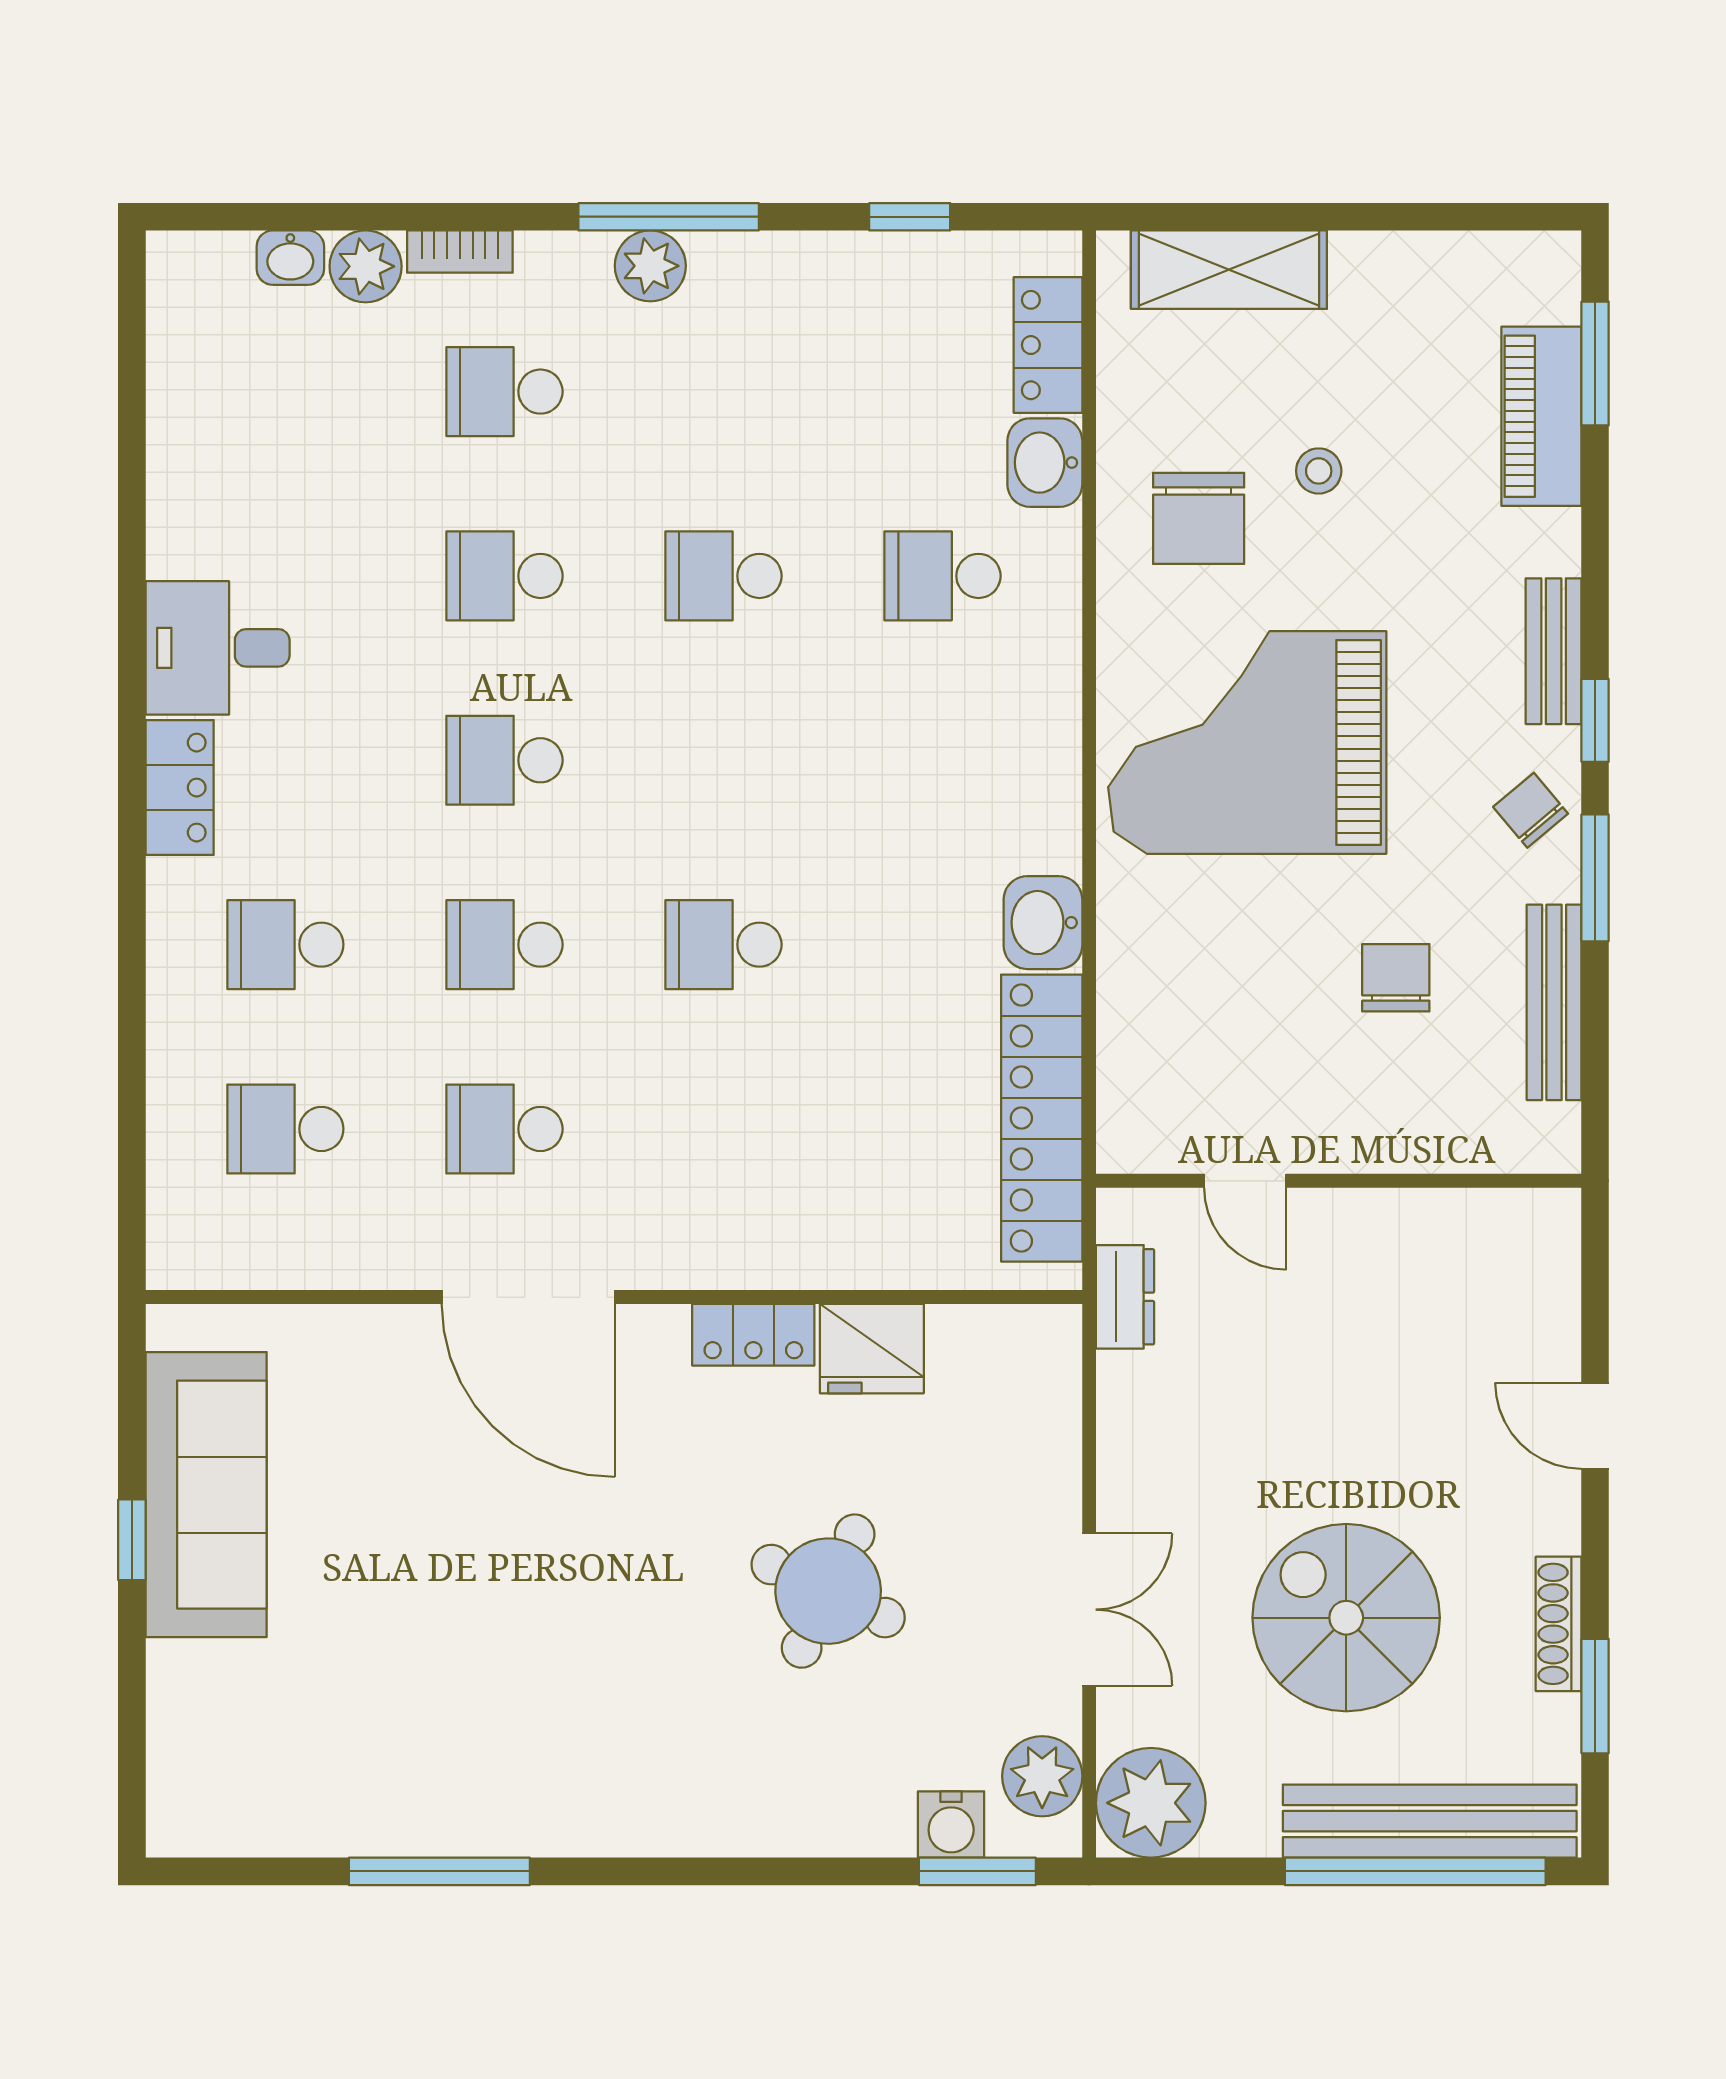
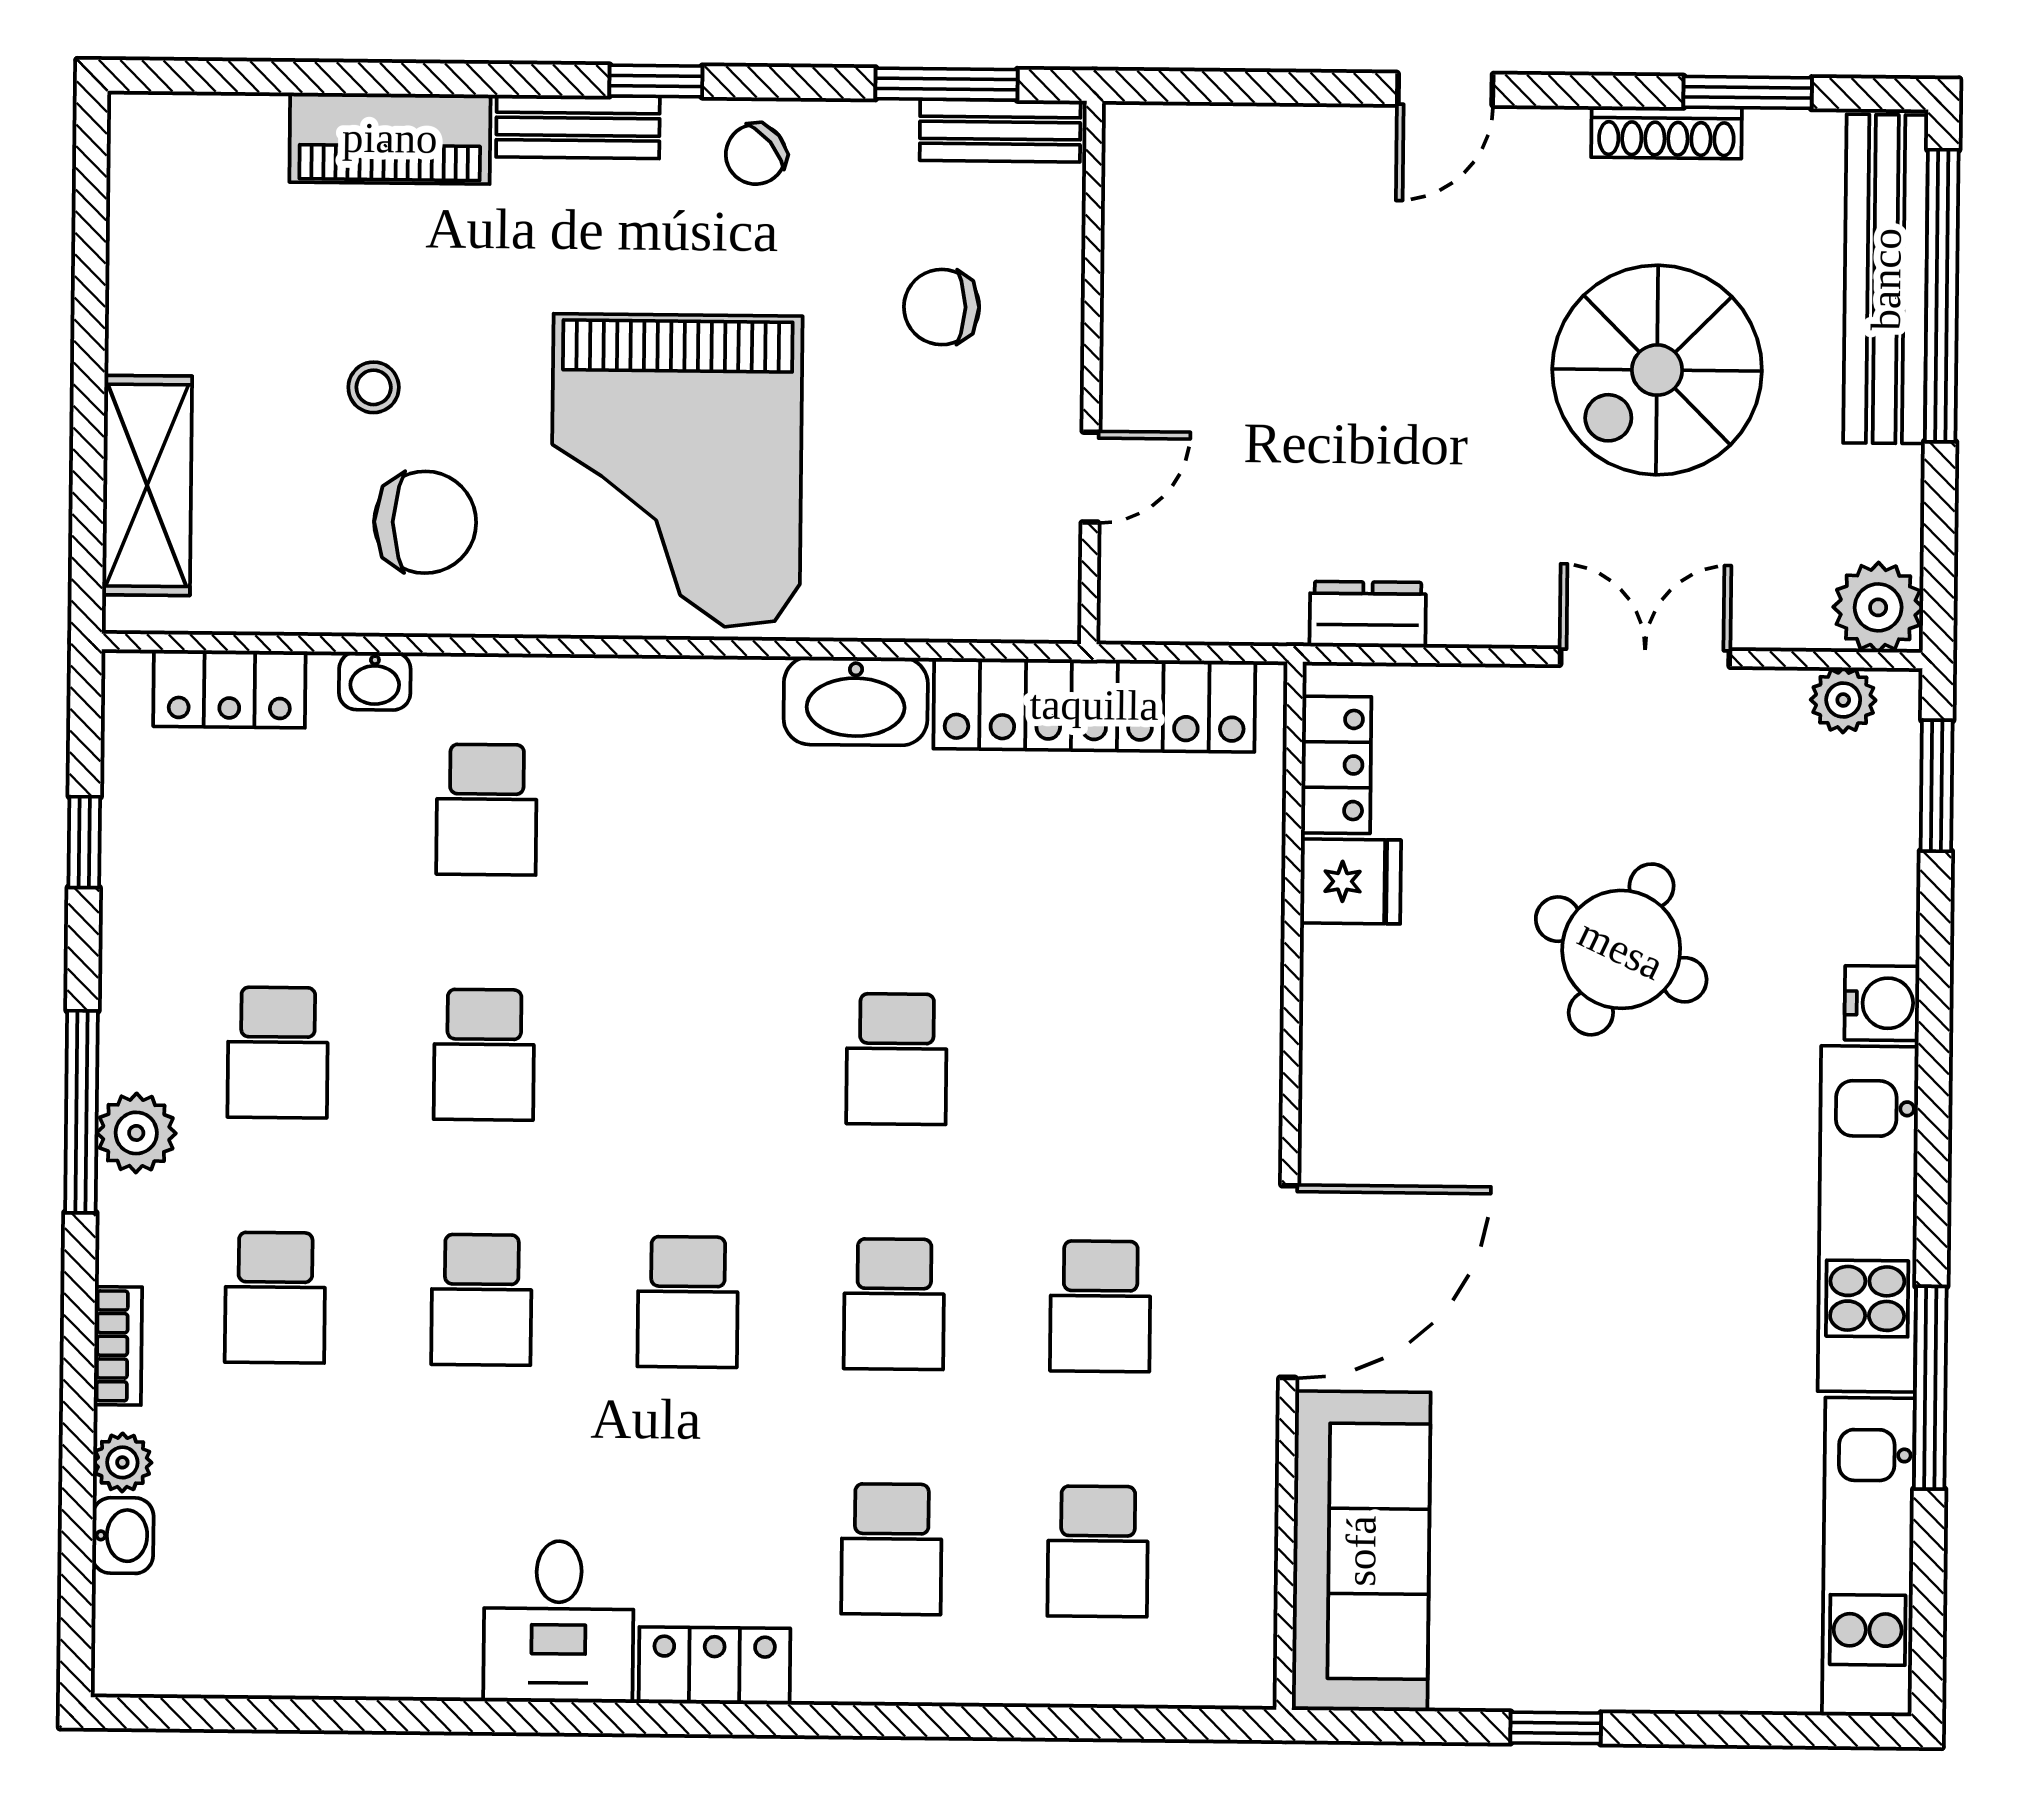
plant: (366, 266) -> (122, 1462), width x0.73, depth x0.73
window: (1595, 363) -> (256, 77), removed
school desk: (723, 392) -> (278, 1053), added
piano: (1541, 416) -> (390, 138), moved
washbasin: (1045, 463) -> (375, 681), width x0.72, depth x0.69
window: (1595, 878) -> (946, 84), moved
washbasin: (1043, 923) -> (856, 701), width x1.38
bench: (1554, 1002) -> (1000, 131), width x0.73
door: (1245, 1181) -> (1090, 477), moved
wall: (1339, 1181) -> (1092, 373), moved
dresser: (1125, 1297) -> (1368, 614), moved
locker: (753, 1335) -> (1336, 765), moved
fridge: (872, 1349) -> (1351, 881), width x0.72
sofa: (206, 1495) -> (1361, 1551), moved, turned 90
plant: (1042, 1776) -> (1843, 700), width x0.73, depth x0.73
plant: (1151, 1803) -> (1878, 607), width x0.73, depth x0.73
kitchen unit: (590, 1814) -> (1868, 1219), added
kitchen unit: (288, 1818) -> (1868, 1557), added
water cooler: (951, 1825) -> (1882, 1003), moved

